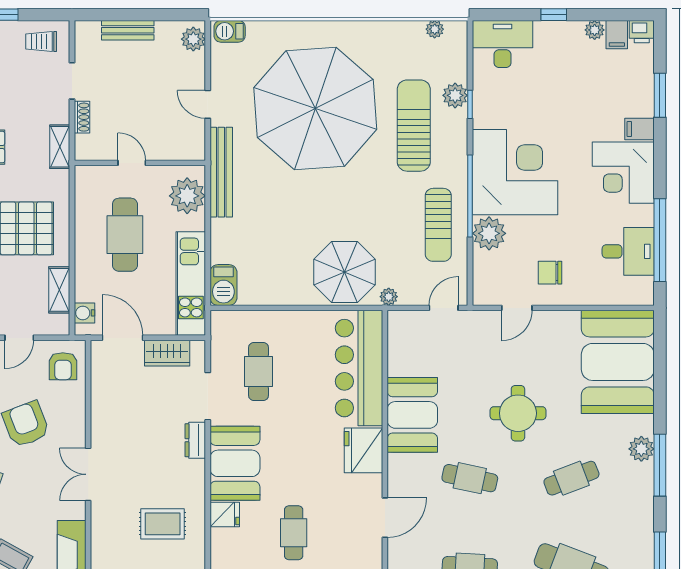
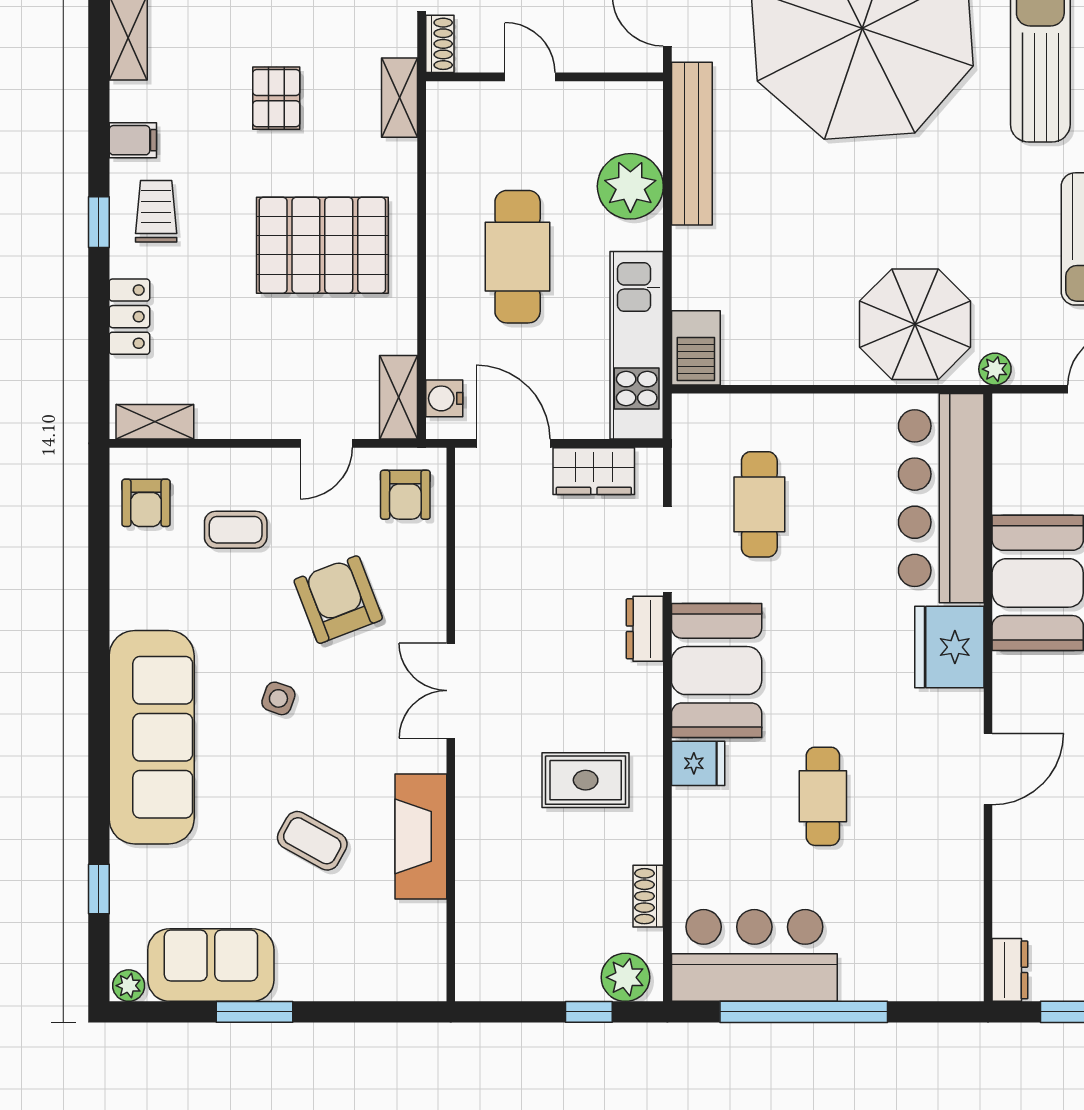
door: (132, 163) -> (530, 77), moved
wall: (140, 163) -> (544, 77), moved
shelving: (59, 290) -> (399, 397), moved

